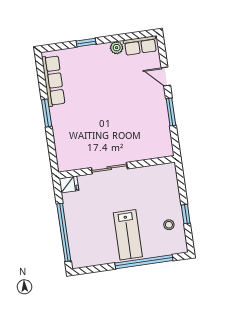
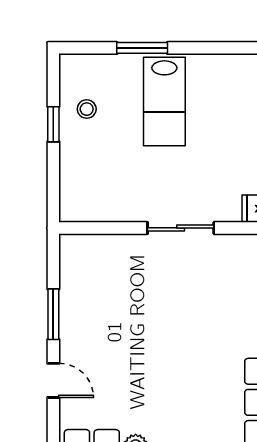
lab bench: (128, 235) -> (164, 101), turned 180
window: (144, 262) -> (142, 48), width x0.47

